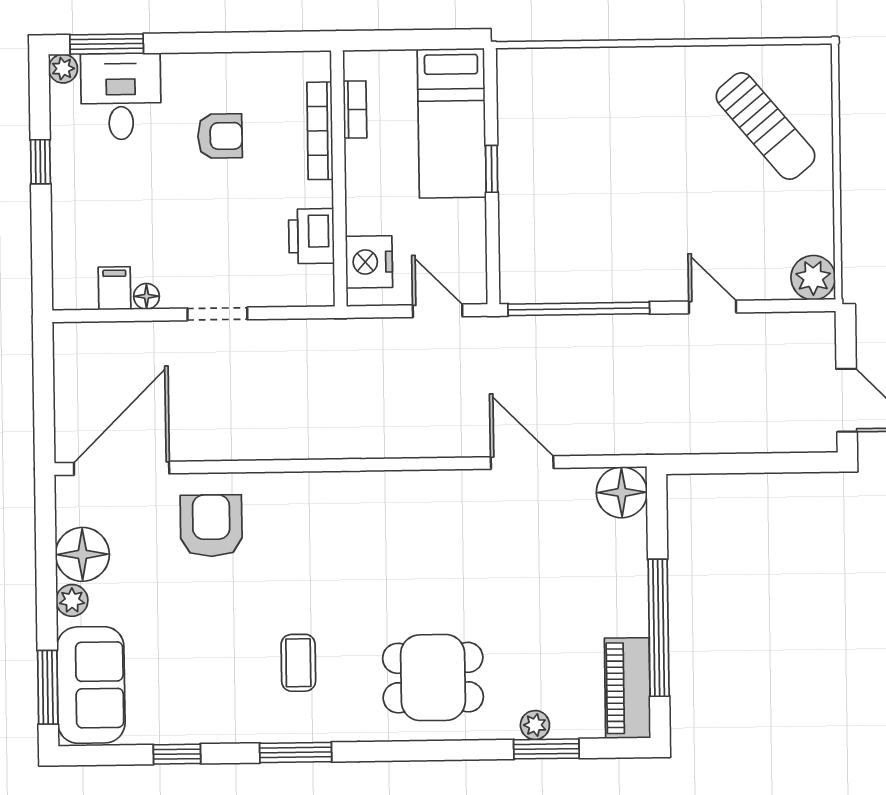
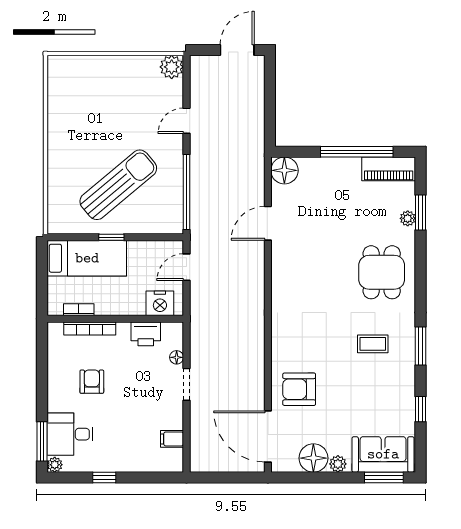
sun lounger: (766, 126) -> (118, 185), moved, width x1.36, depth x1.34
floor lamp: (147, 296) -> (177, 357), moved

